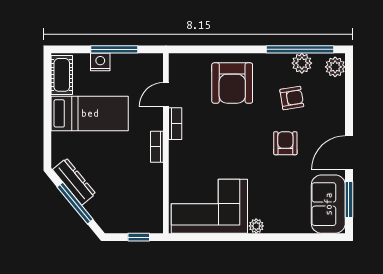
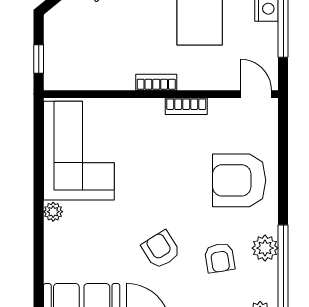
plant: (302, 63) -> (265, 248), moved
door: (166, 95) -> (256, 94), moved
armchair: (285, 143) -> (161, 250), turned -122

